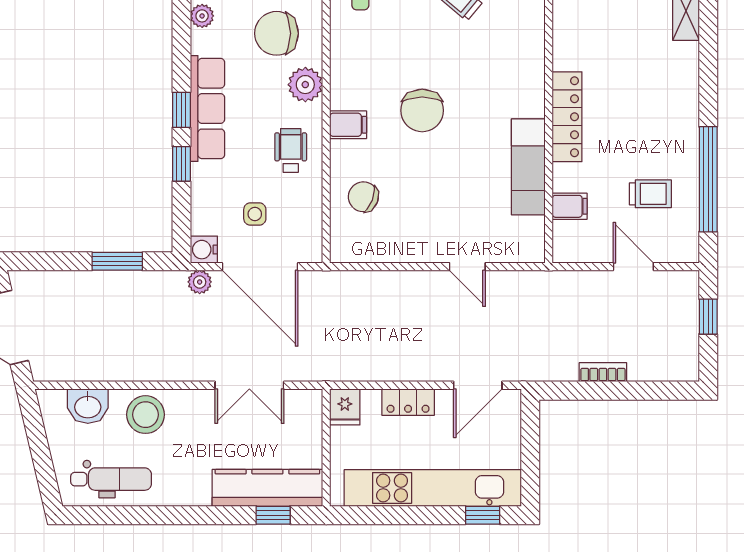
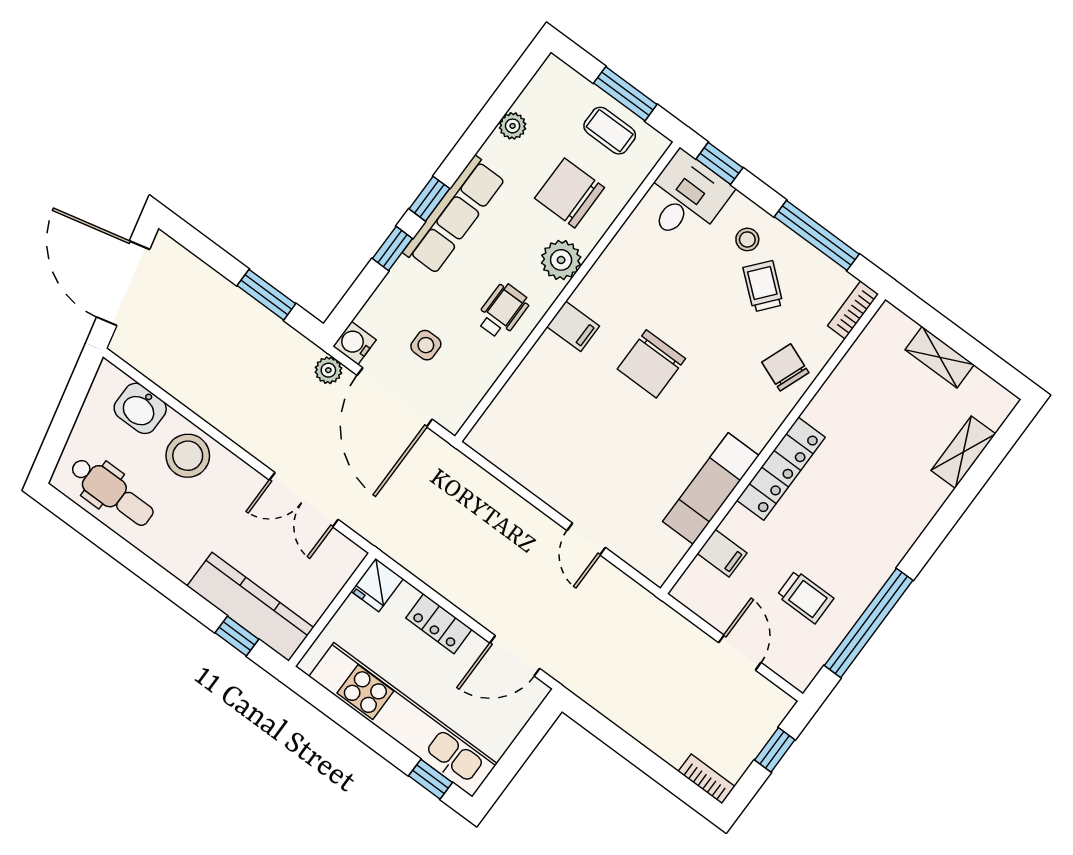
chair: (363, 197) -> (785, 367), moved
bookcase: (603, 372) -> (706, 779), moved

